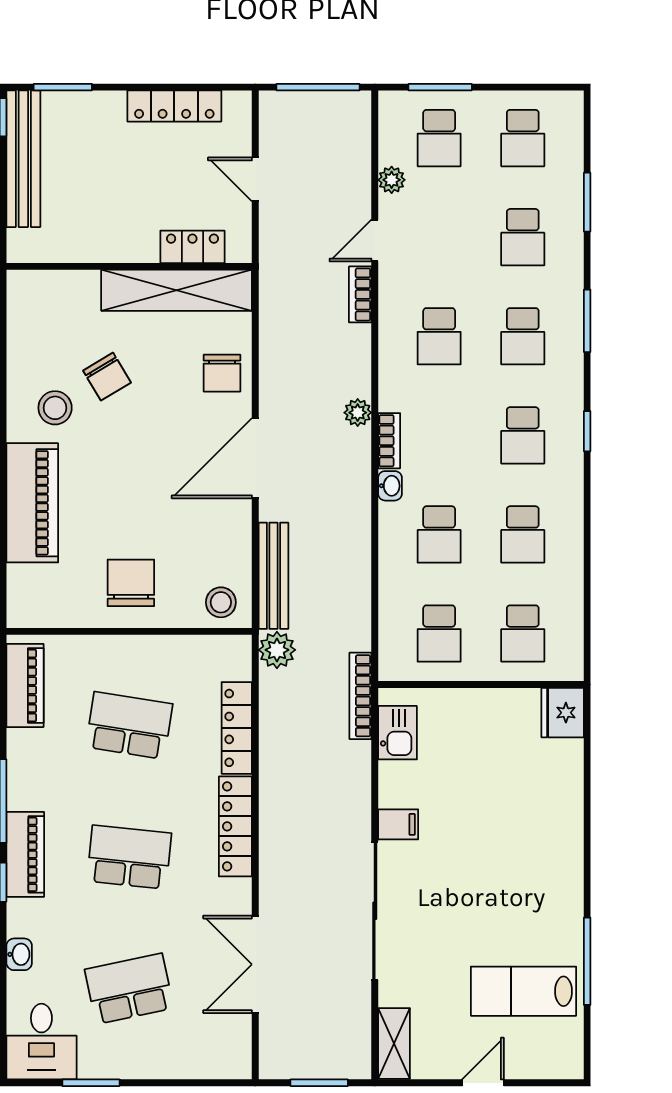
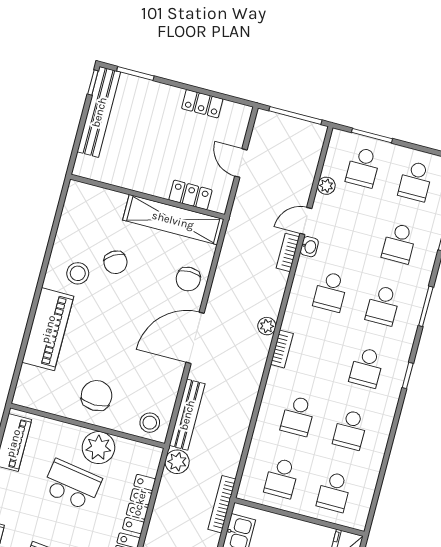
locker: (174, 106) -> (202, 104), width x0.66
washbasin: (390, 486) -> (309, 247), moved
plant: (154, 660) -> (98, 448), added

